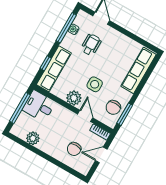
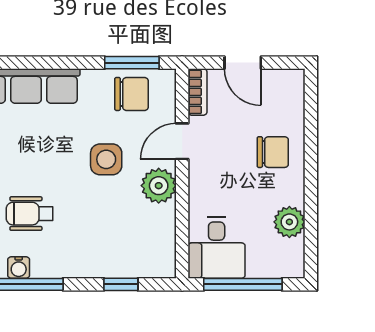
row of seats: (54, 69) -> (123, 261), removed
chair: (74, 149) -> (273, 152), moved

